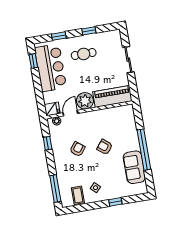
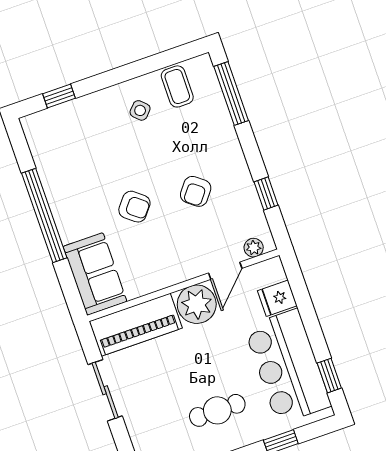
sliding door: (128, 60) -> (105, 390), moved
fridge: (52, 109) -> (277, 298), moved
sofa: (134, 167) -> (95, 274), moved
window: (115, 202) -> (59, 96), moved

